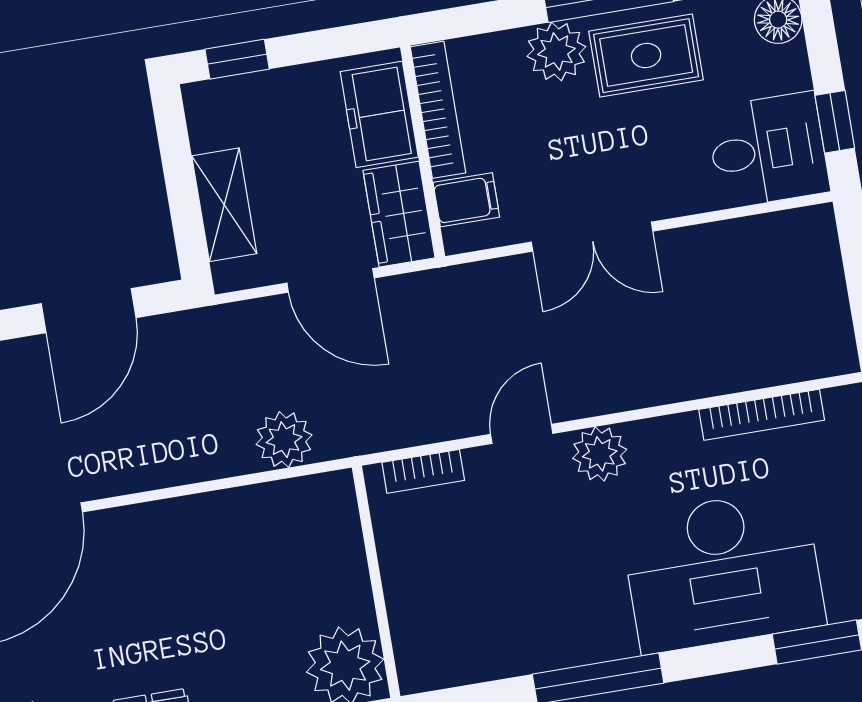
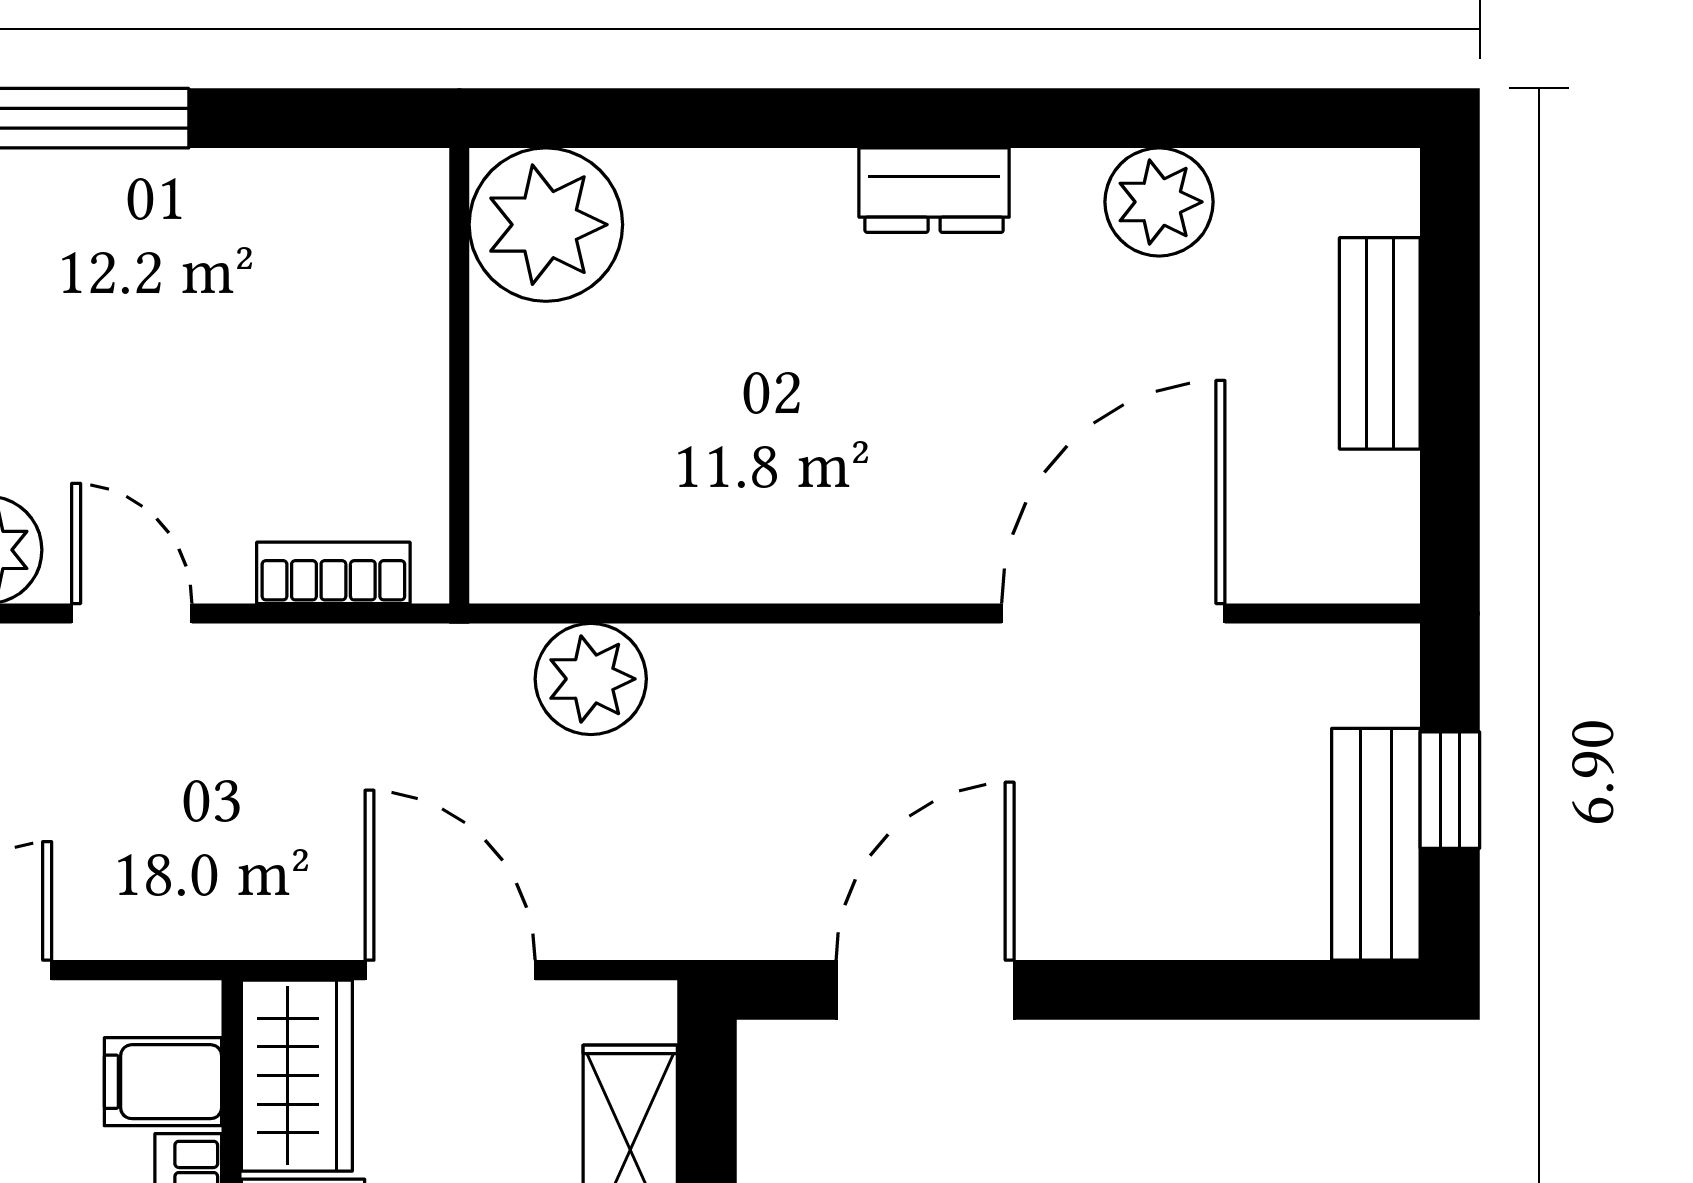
door: (522, 434) -> (132, 613), swing flipped

